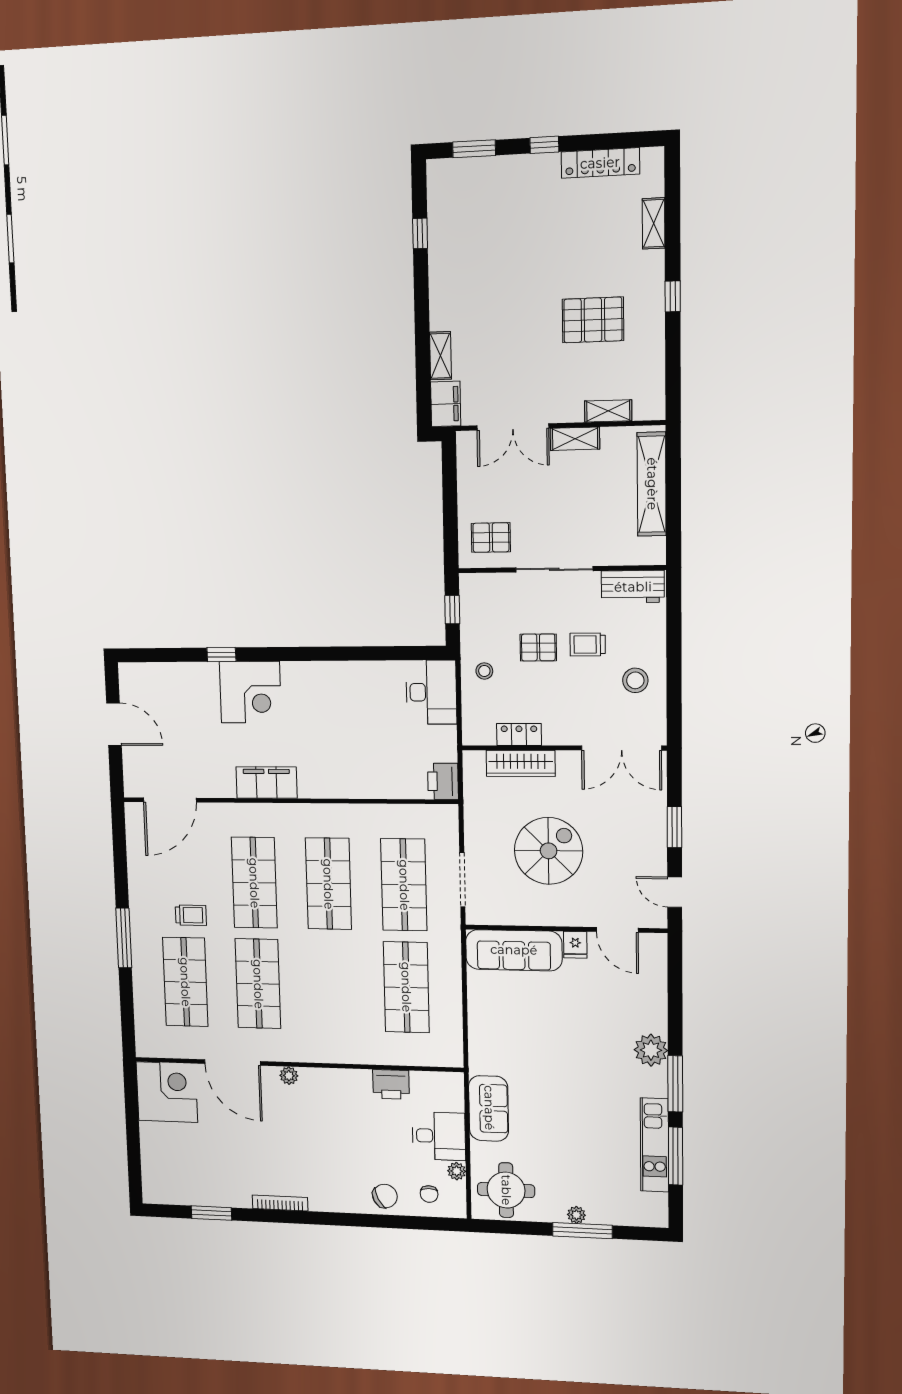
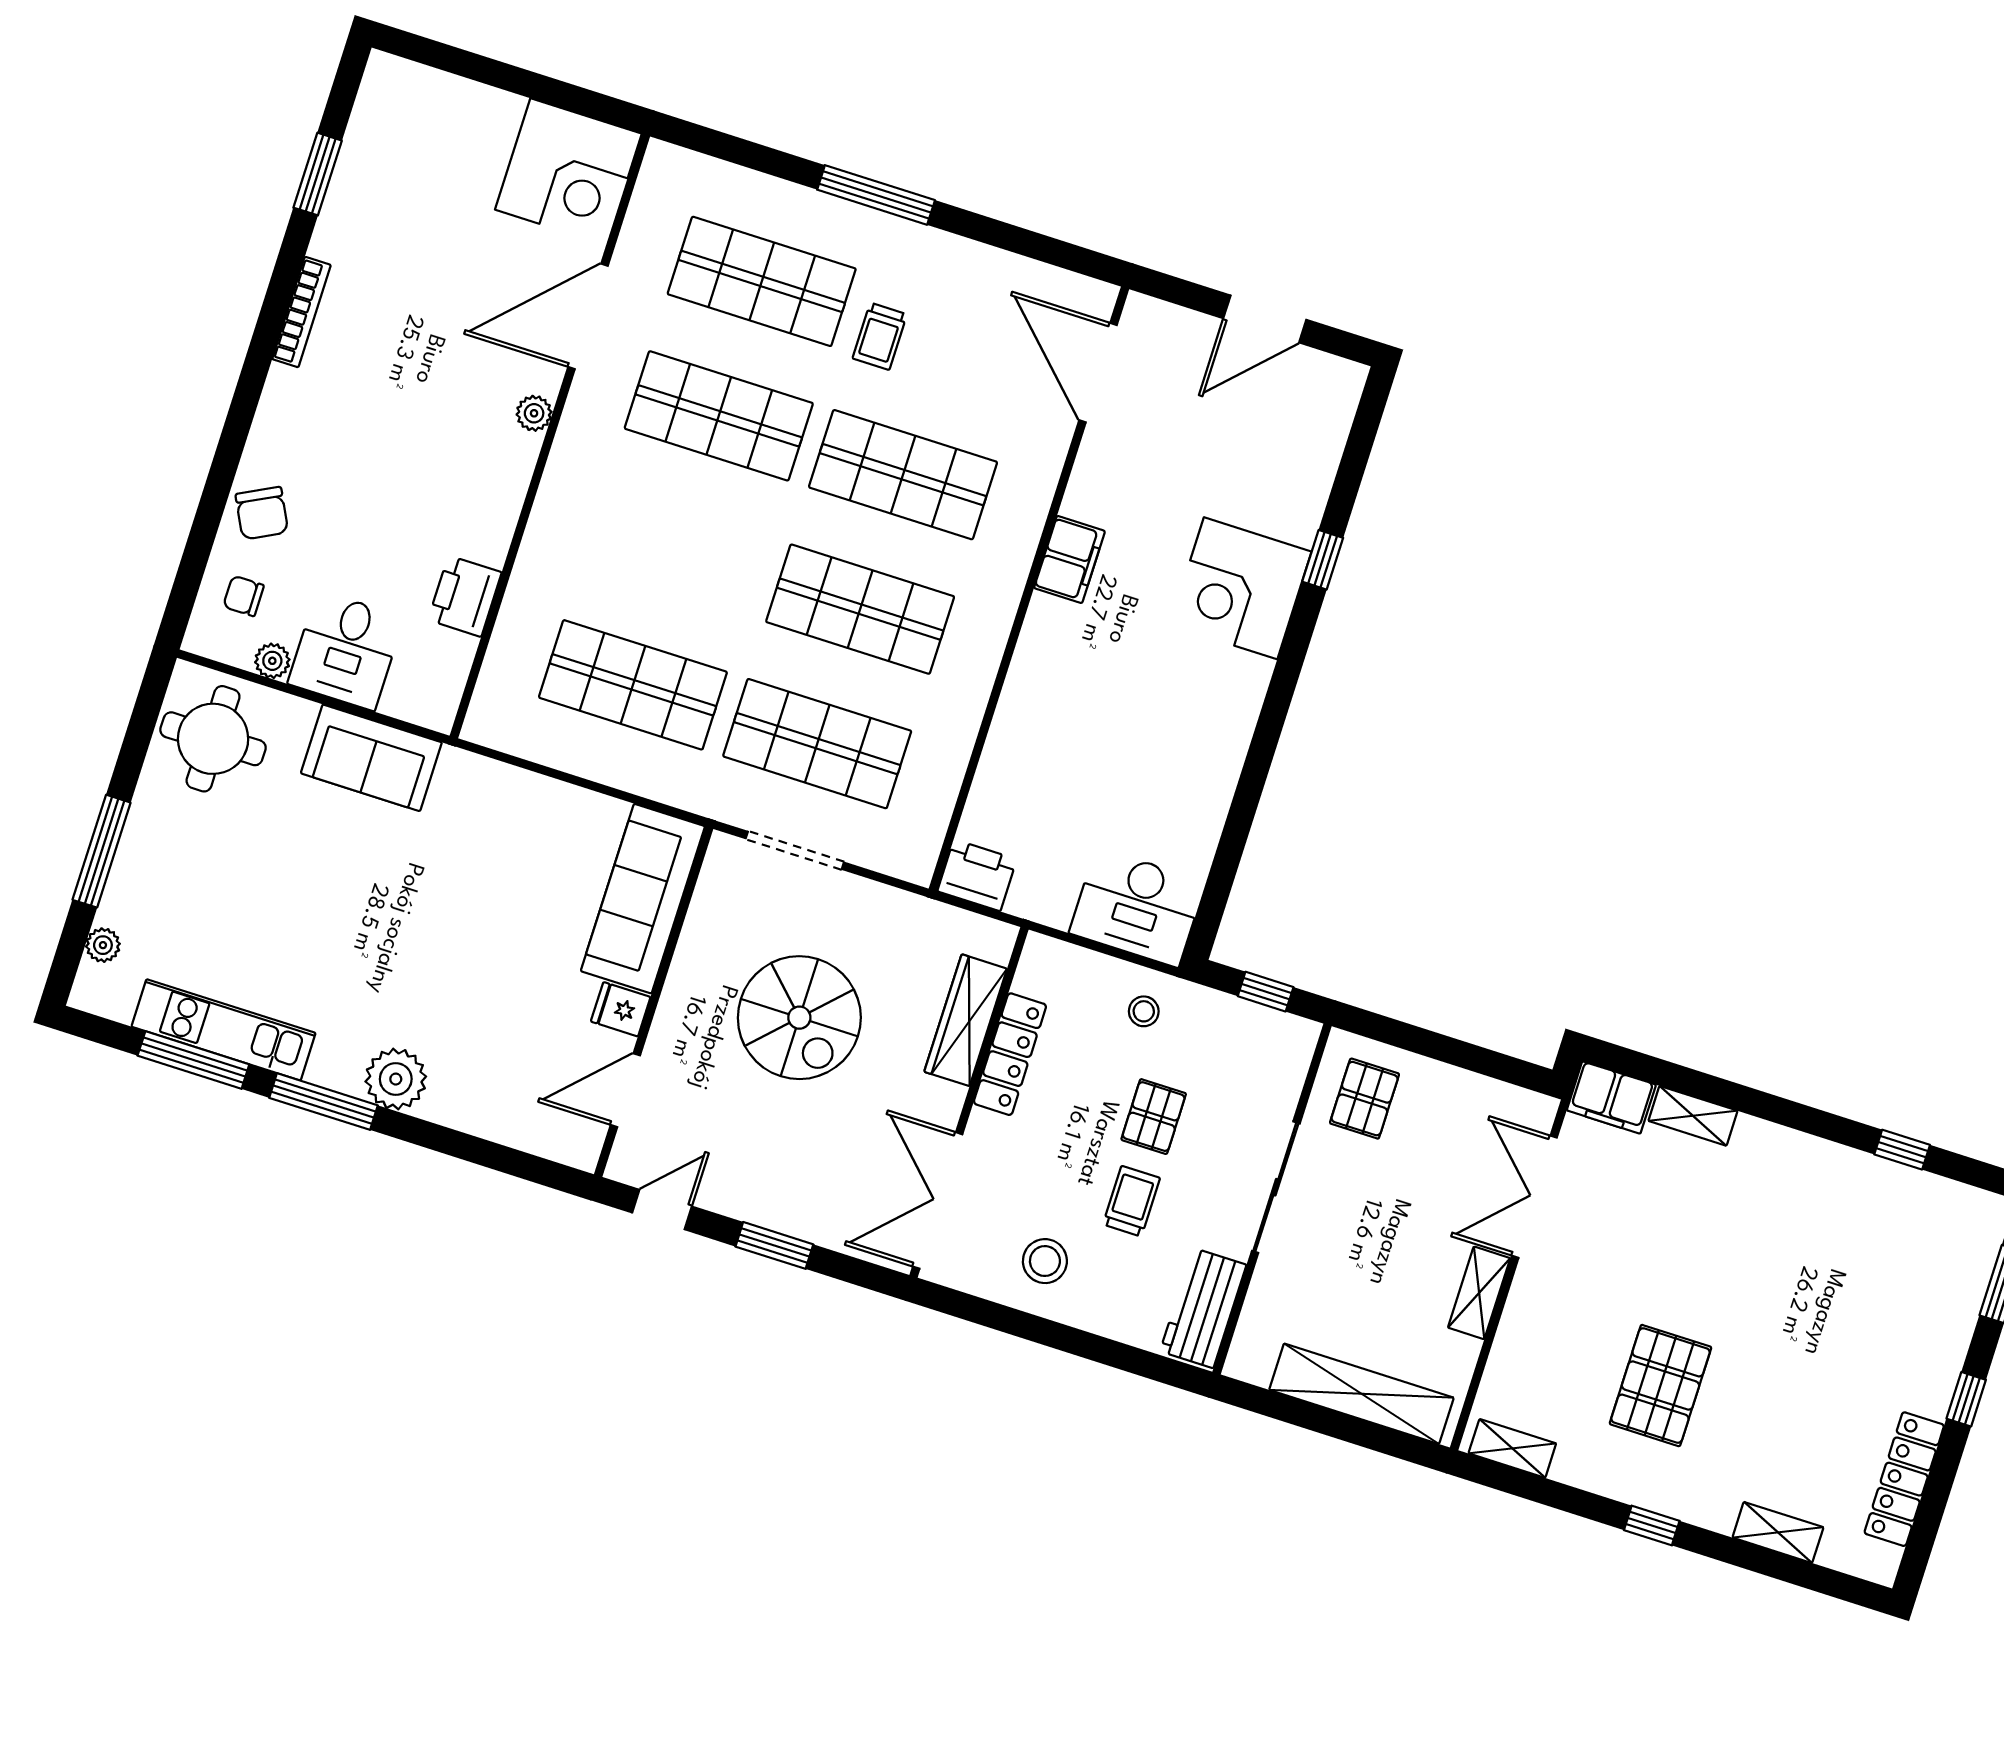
shelving: (608, 411) -> (1512, 1448), moved, turned 90
locker: (519, 734) -> (1010, 1054), width x1.53
filing cabinet: (267, 783) -> (1069, 560), width x0.67, depth x0.86
plant: (576, 1215) -> (103, 945), moved

